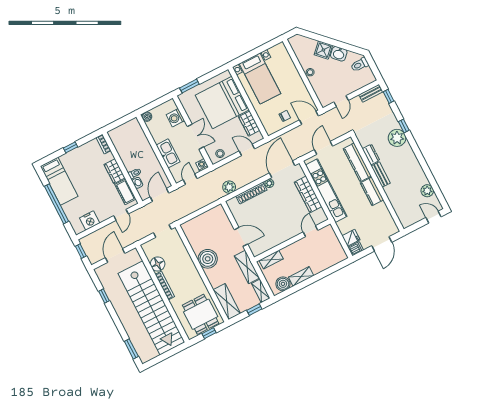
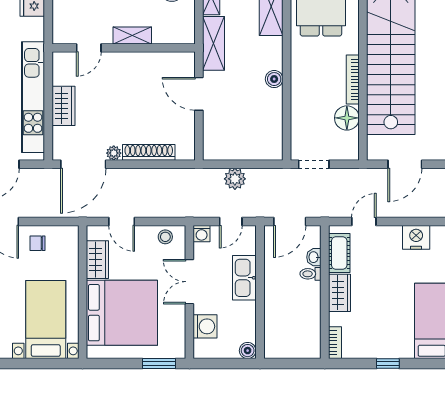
plant: (229, 187) -> (235, 179), moved
wardrobe: (308, 194) -> (64, 106), width x0.67
boiler: (208, 259) -> (274, 79), width x0.54, depth x0.54
shelving: (271, 260) -> (132, 36), moved

